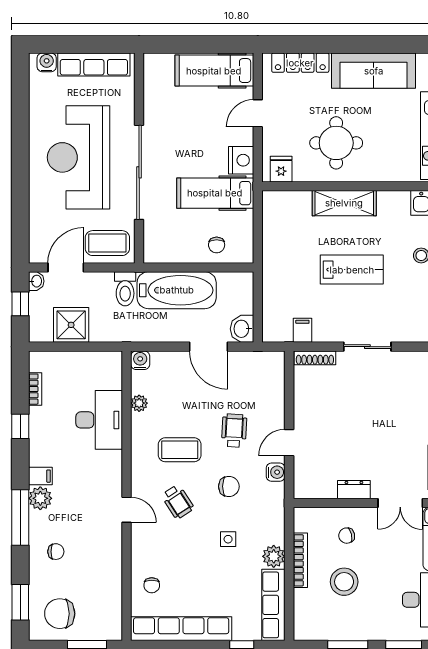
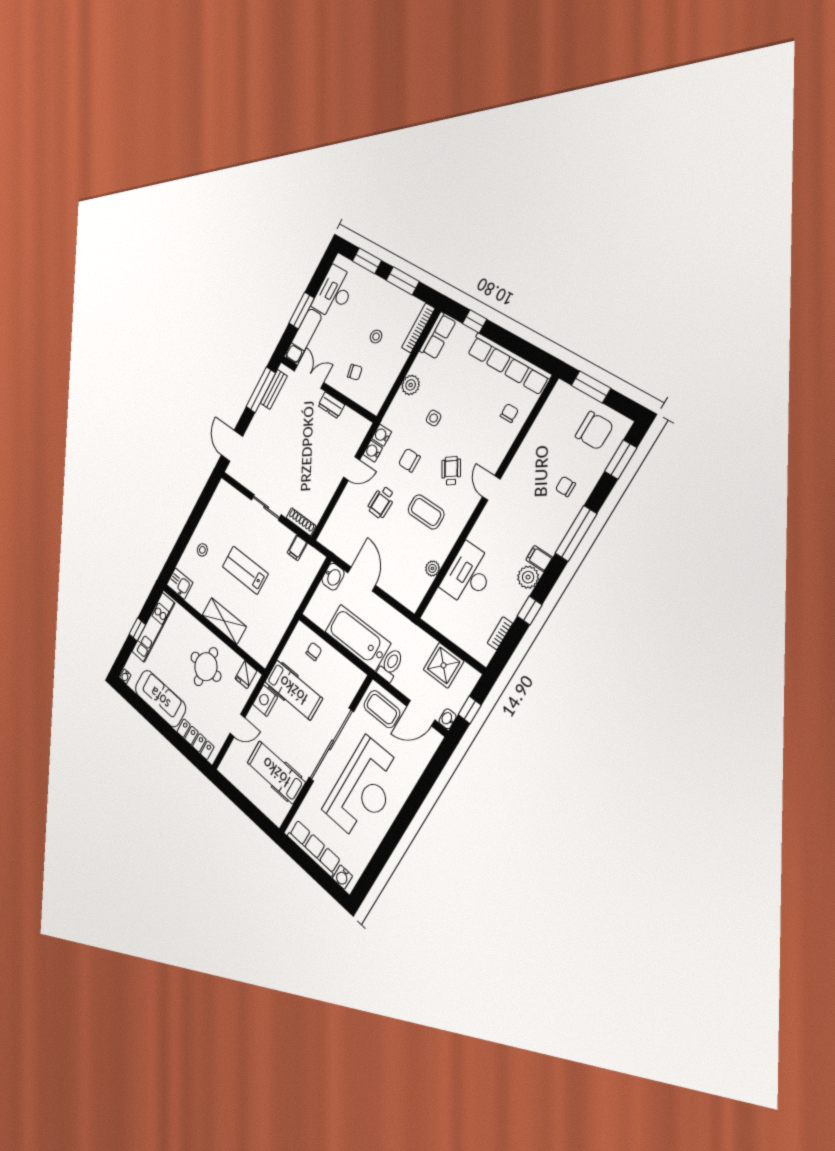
hospital bed: (214, 71) -> (276, 772), moved, turned 180
water cooler: (140, 360) -> (382, 435), moved, turned 90
plant: (40, 498) -> (528, 577), moved
bookcase: (300, 560) -> (418, 328), moved
stool: (344, 582) -> (376, 337), width x0.53, depth x0.53
row of seats: (273, 605) -> (438, 336), width x0.68

